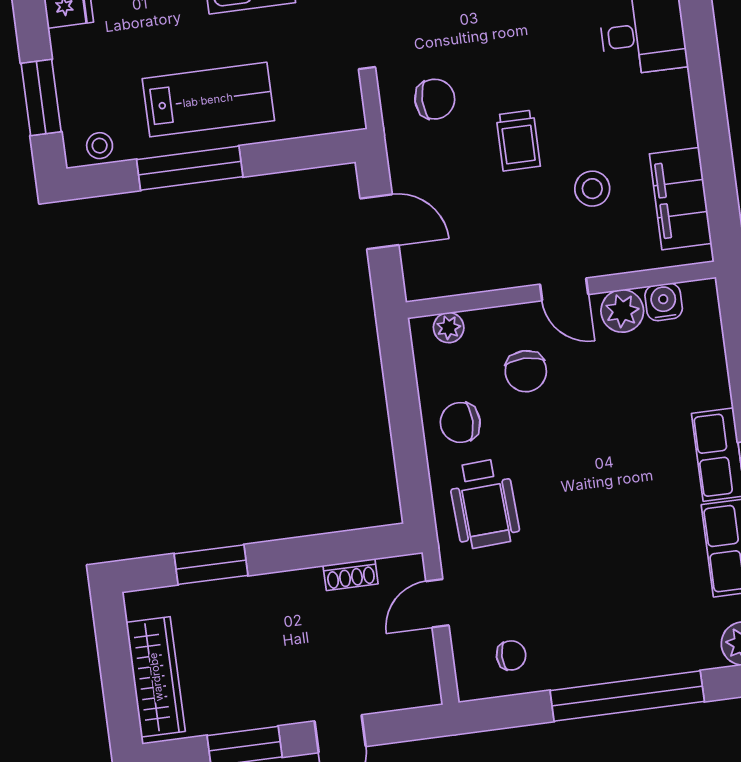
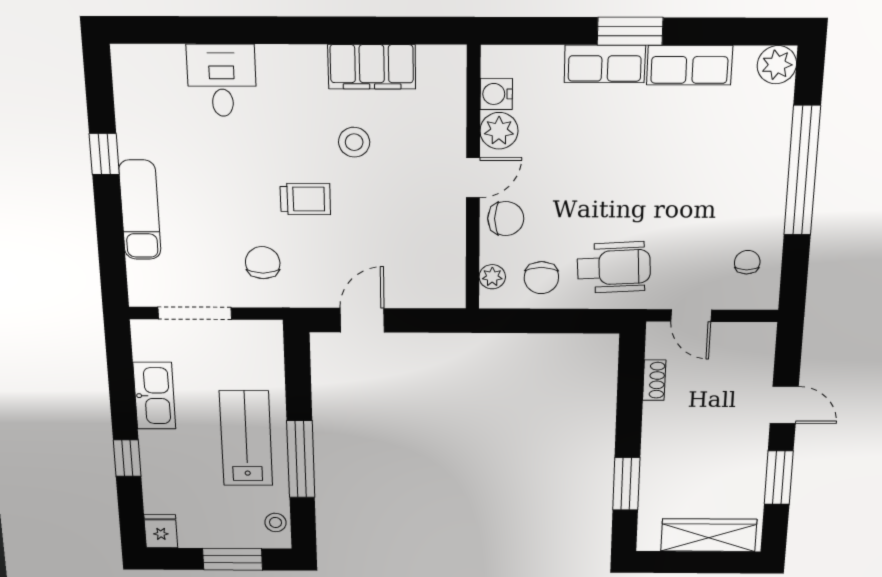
door: (564, 289) -> (473, 178), moved
wall: (561, 290) -> (473, 180), moved
water cooler: (664, 302) -> (496, 94), moved
plant: (622, 311) -> (499, 131), moved
plant: (449, 328) -> (492, 277), moved

